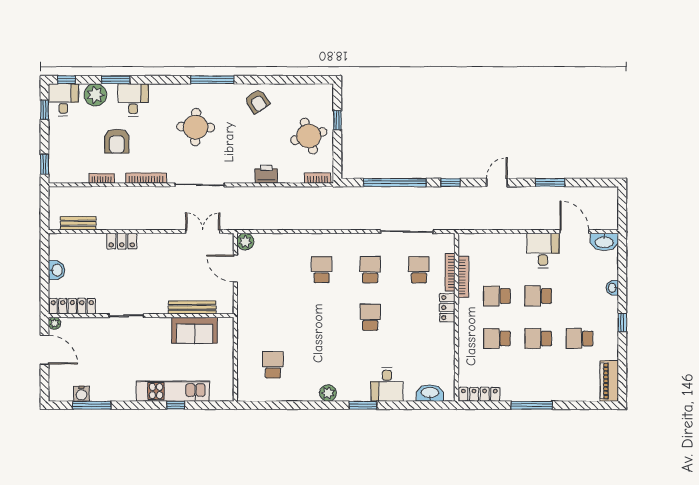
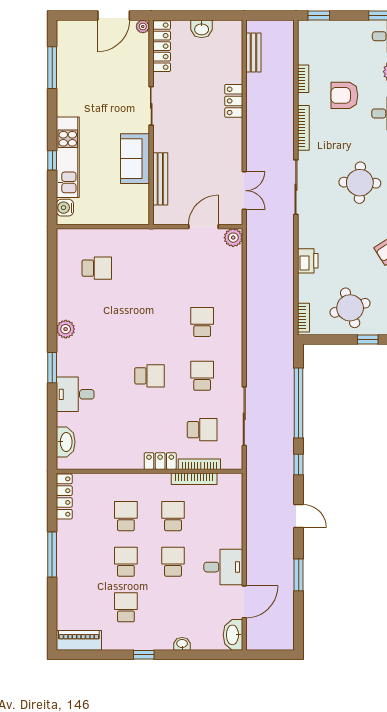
school desk: (322, 270) -> (202, 322), turned -90
school desk: (370, 270) -> (202, 376), turned -90
sofa: (195, 330) -> (135, 159), moved
water cooler: (82, 394) -> (65, 208), moved

